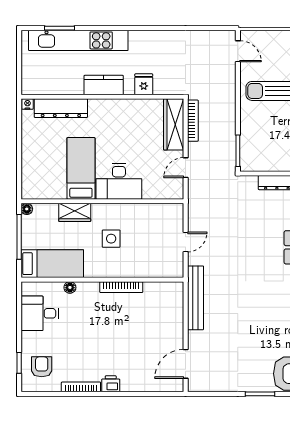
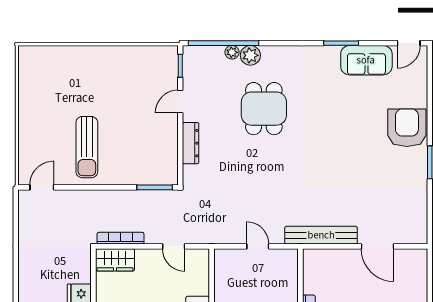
wardrobe: (174, 124) -> (115, 260), width x0.67
door: (186, 364) -> (377, 246), moved

